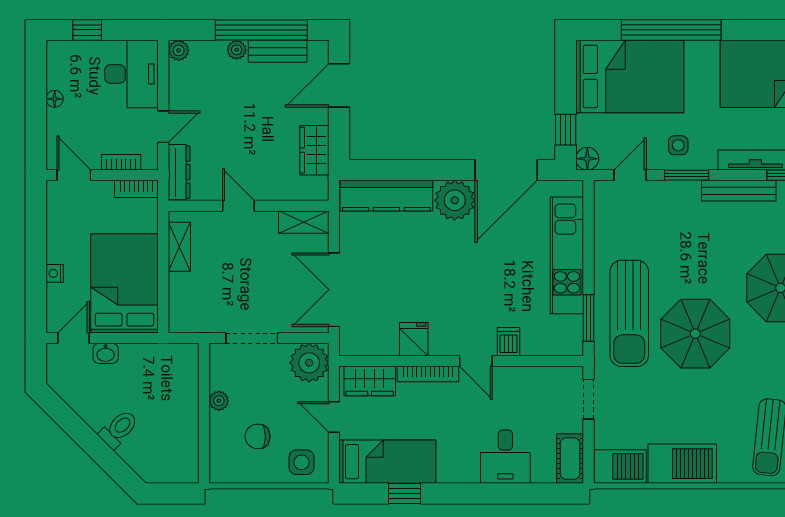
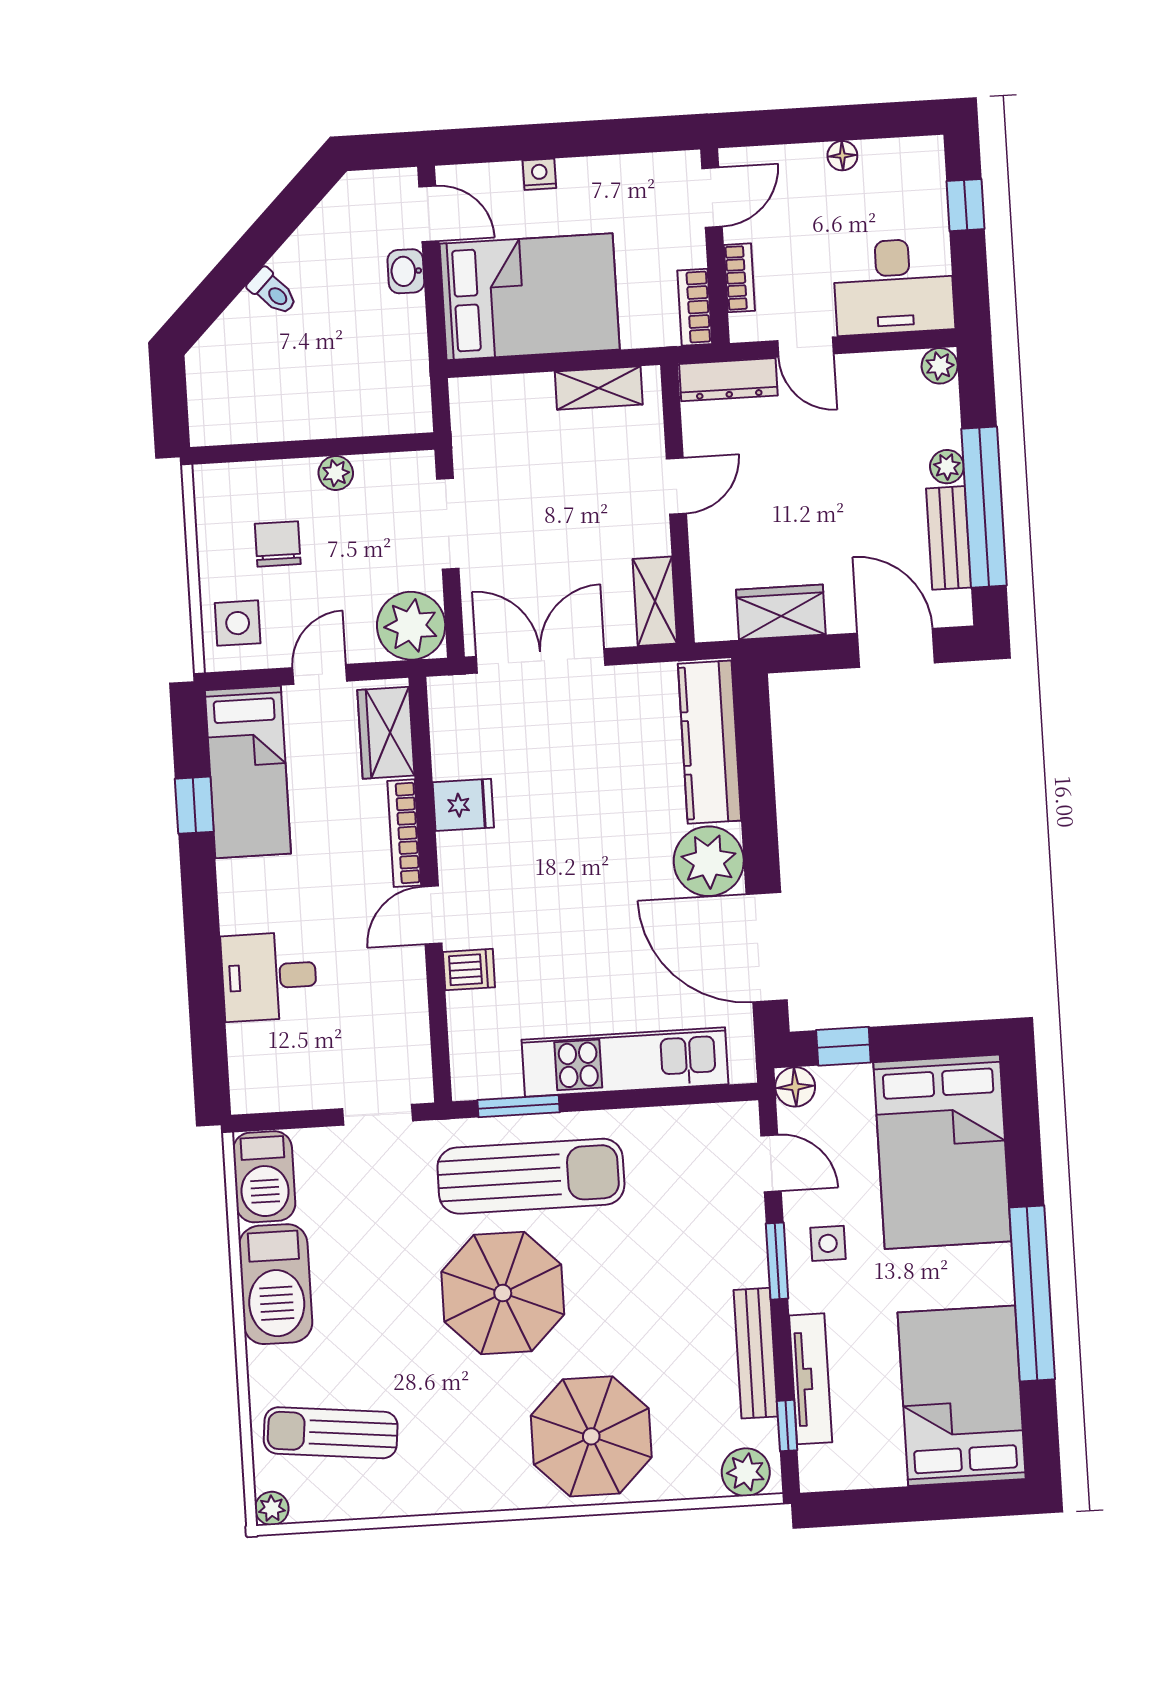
window: (671, 30) -> (1032, 1293), moved
sun lounger: (629, 313) -> (531, 1176), turned 180
toilet: (119, 429) -> (273, 292), width x0.73, depth x0.72
cot: (570, 459) -> (273, 1089), removed

